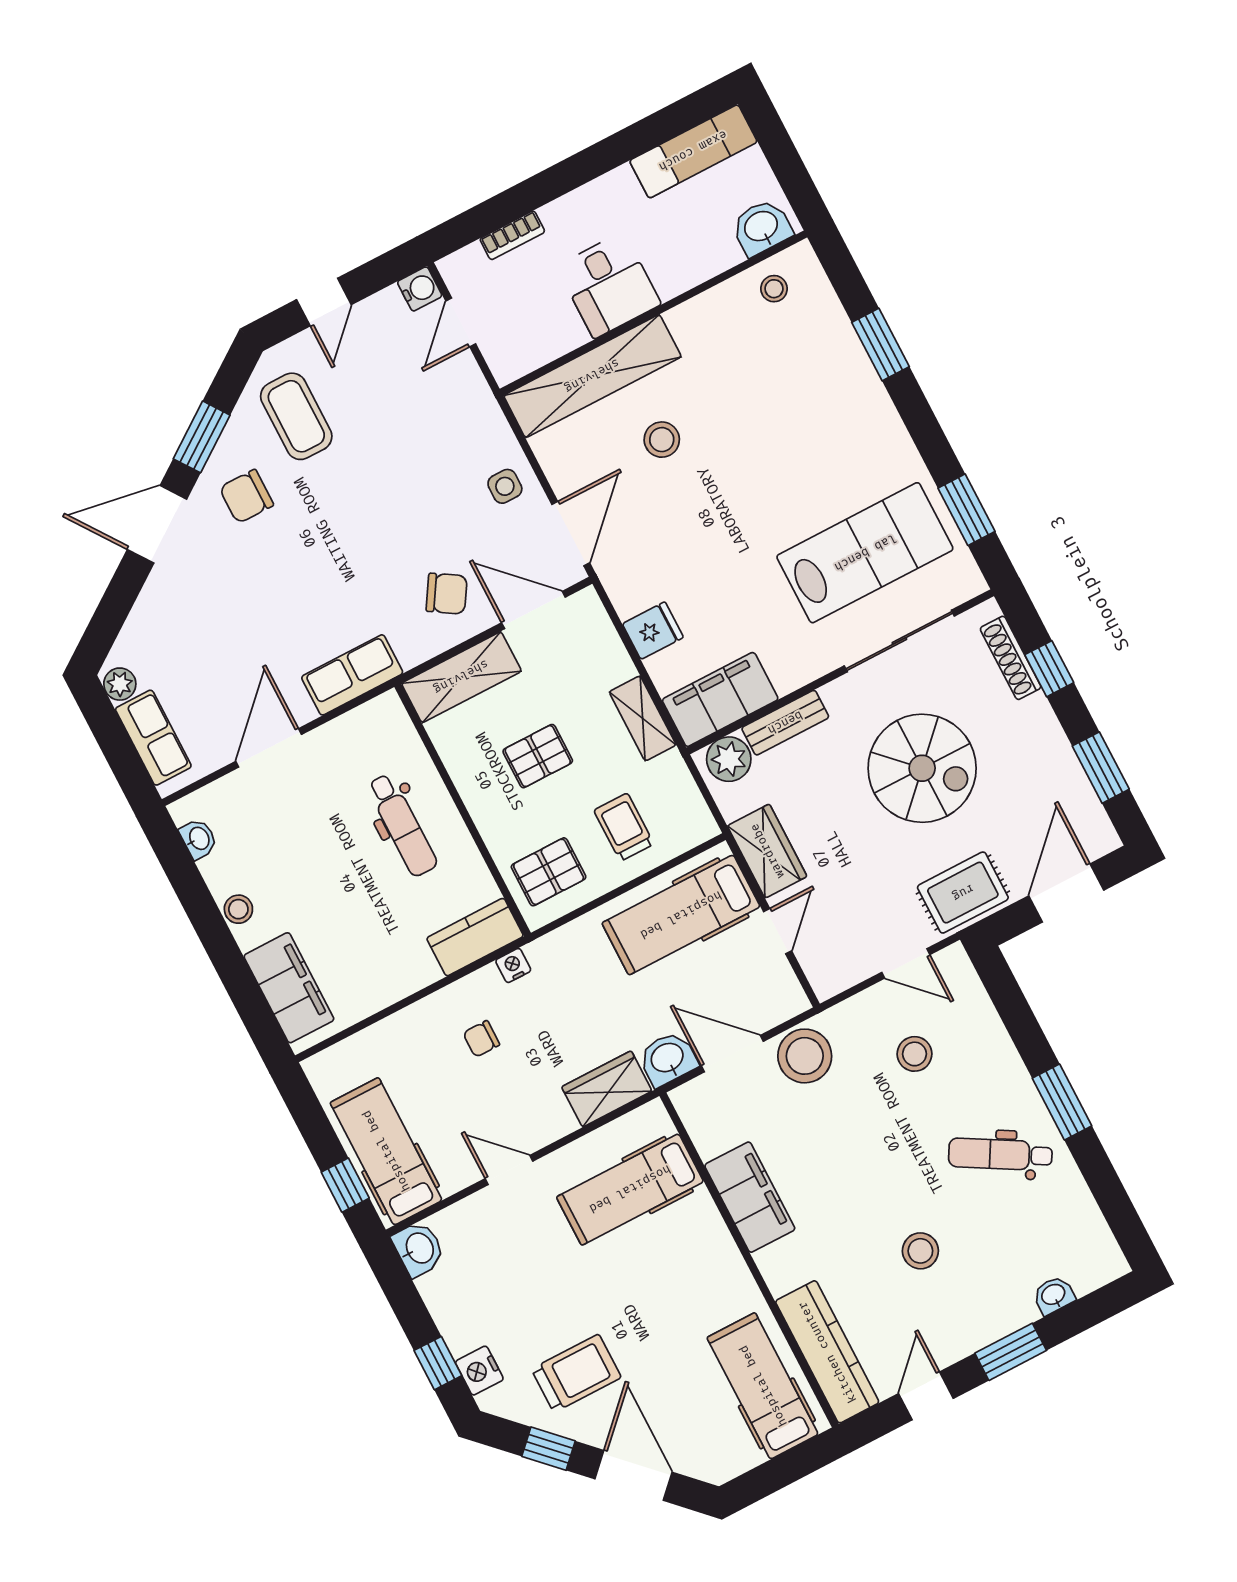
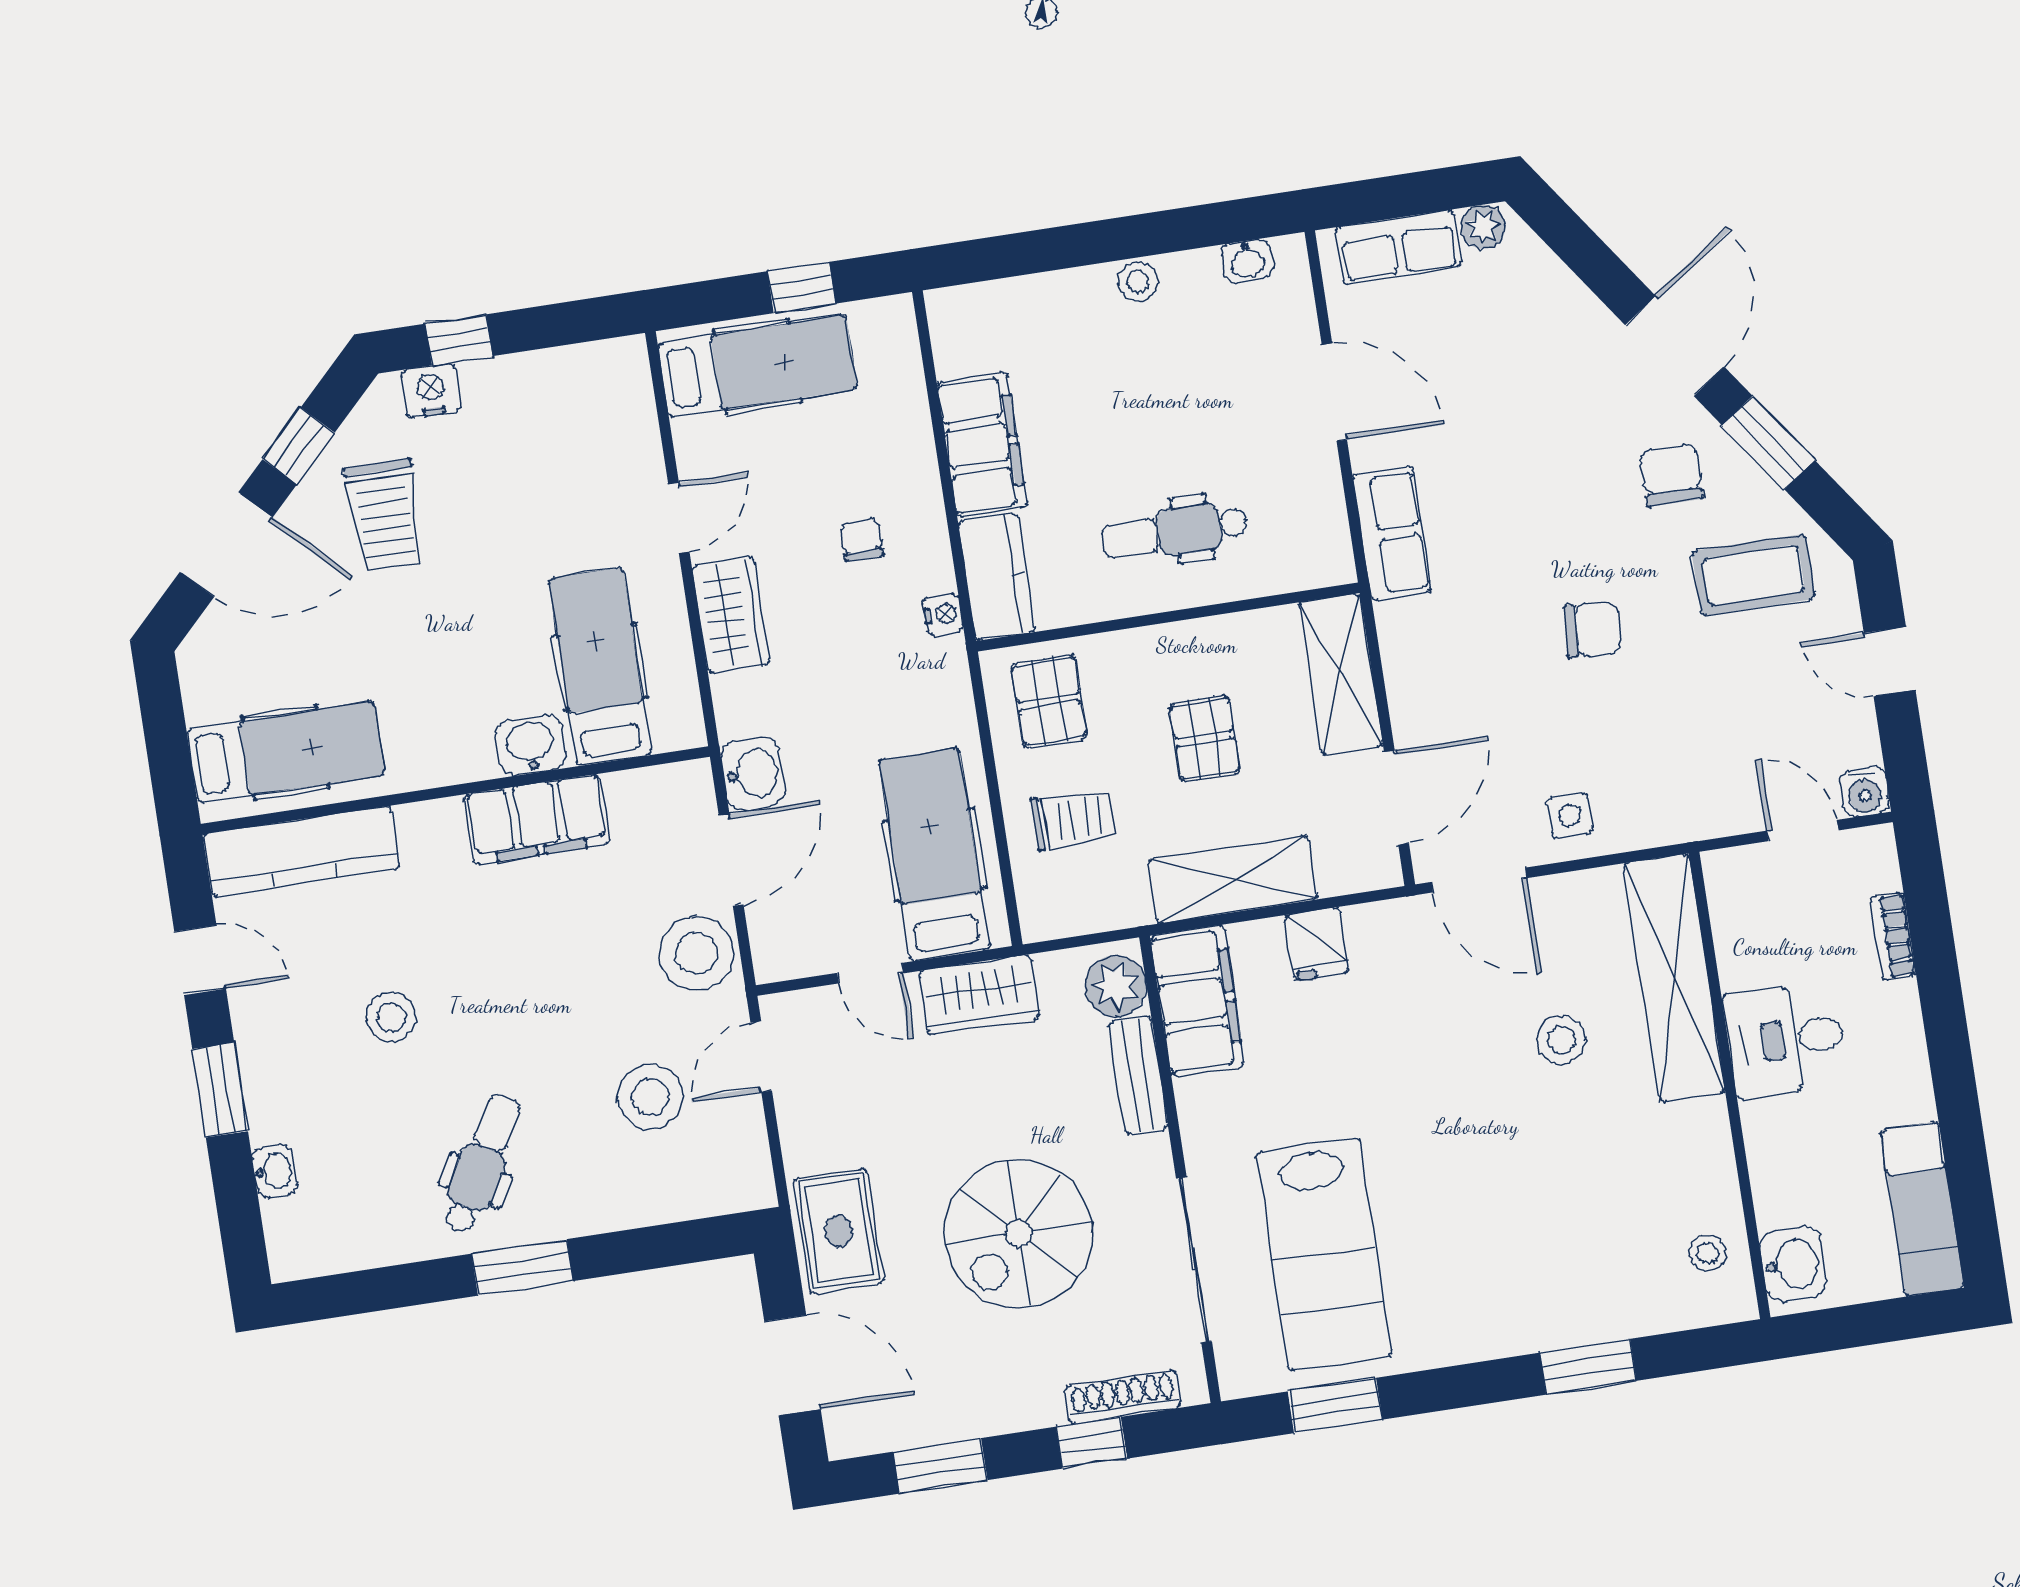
chair: (447, 594) -> (1592, 629), moved, turned -118
shelving: (643, 718) -> (1233, 880), width x1.50, depth x1.33
door: (906, 963) -> (761, 1057), moved
filing cabinet: (289, 988) -> (982, 445), moved, turned -90
stool: (914, 1054) -> (650, 1097), width x1.38, depth x1.38
wardrobe: (607, 1089) -> (731, 615), moved
window: (345, 1185) -> (802, 287), moved
washbasin: (419, 1249) -> (530, 745), moved, turned 180

